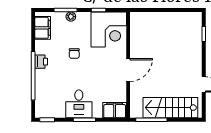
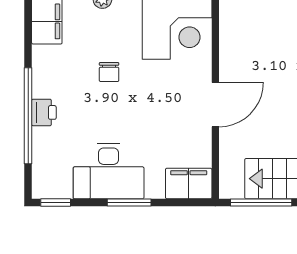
printer: (41, 62) -> (44, 112), moved
desk: (79, 104) -> (109, 171), width x1.37

